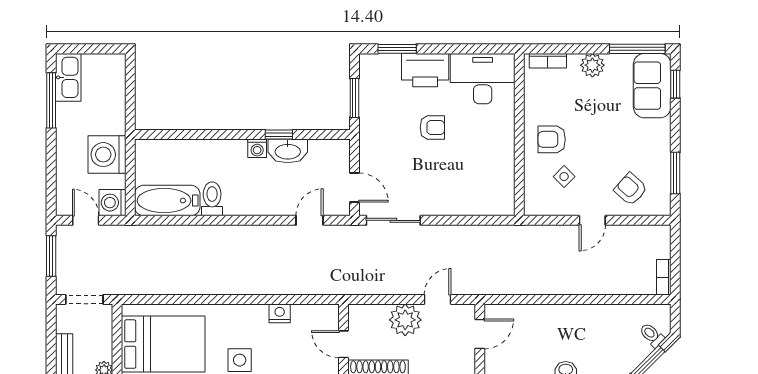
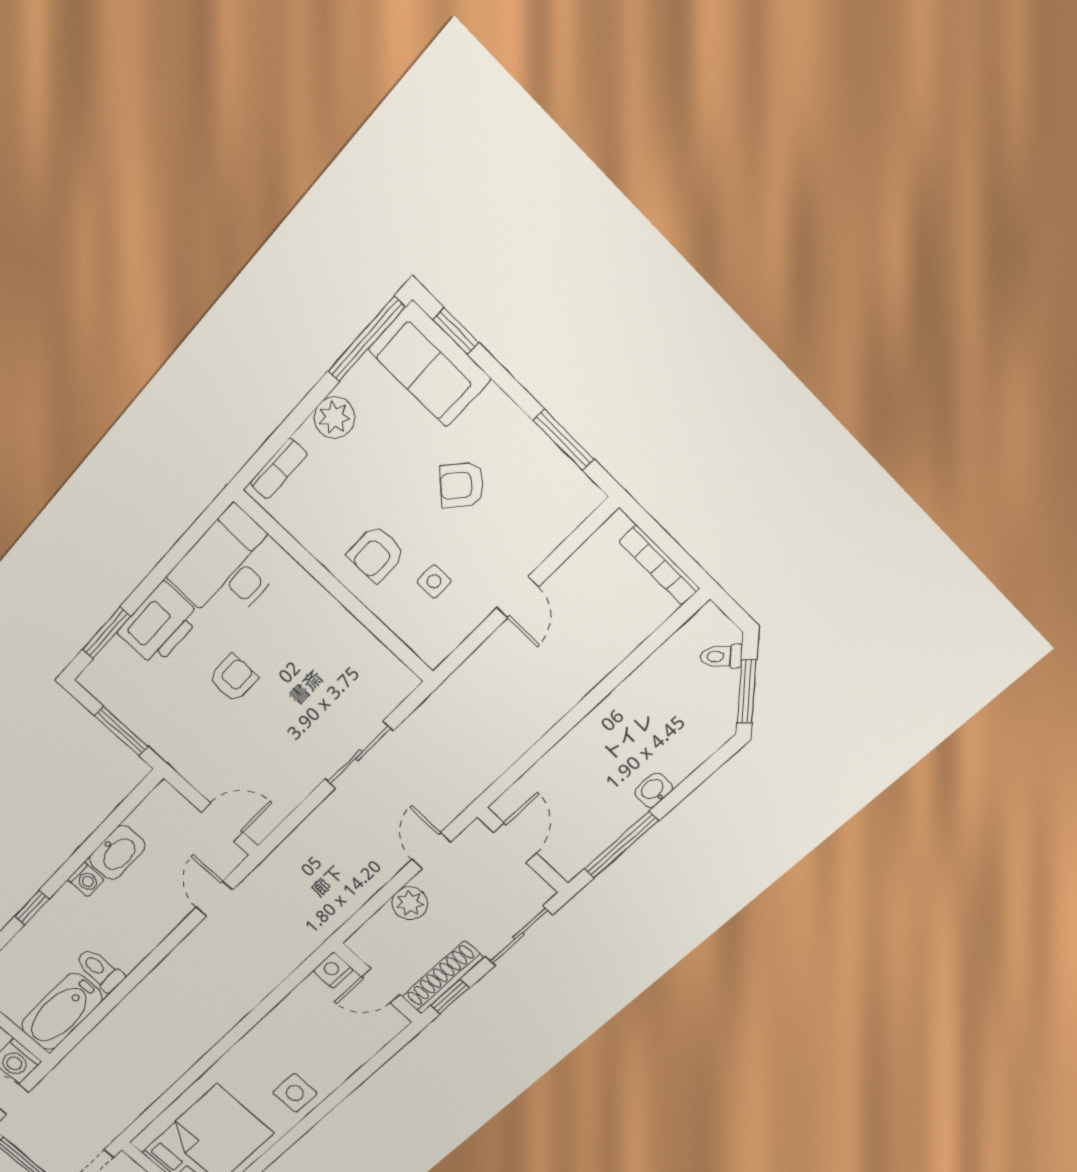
window: (279, 135) -> (32, 908), moved
side table: (564, 177) -> (434, 581), turned 45
armchair: (631, 189) -> (462, 485), moved
sliding door: (393, 220) -> (359, 755), moved
bookcase: (664, 277) -> (659, 565), width x1.56
nightstand: (280, 313) -> (333, 970), moved
plant: (405, 320) -> (410, 903), width x0.73, depth x0.73

